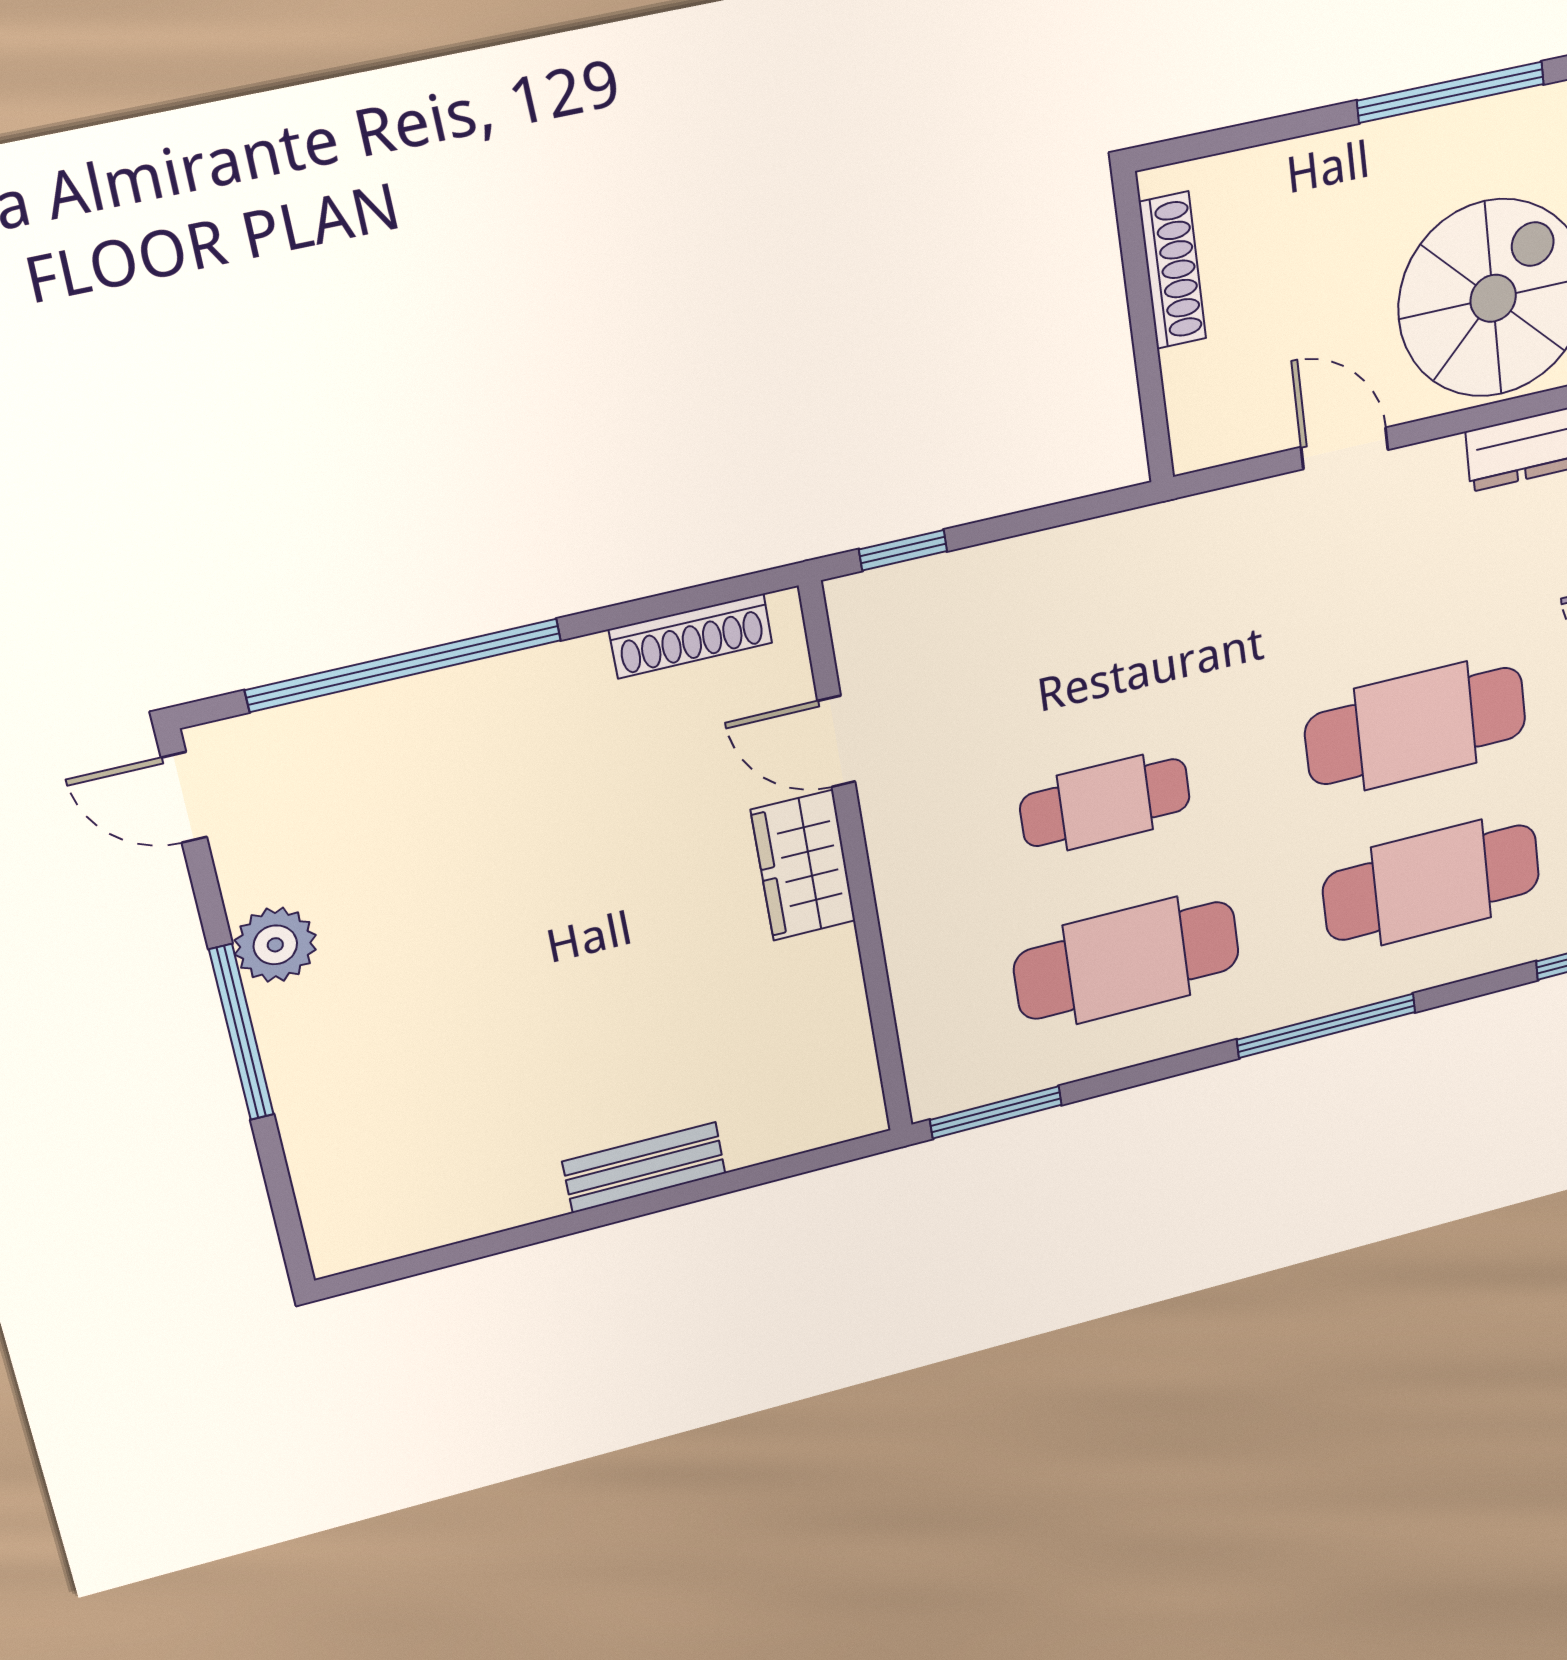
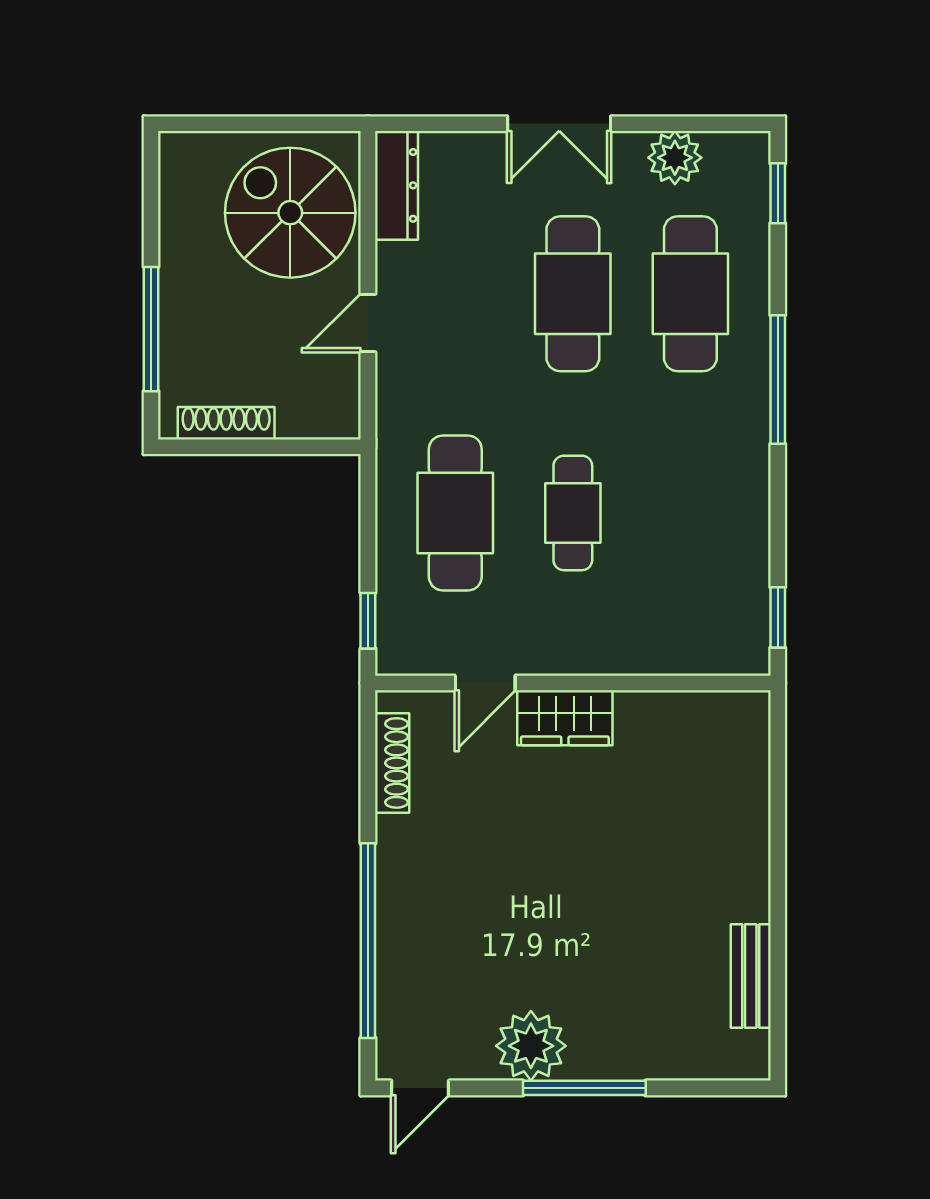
window: (1451, 92) -> (151, 329), moved
plant: (275, 945) -> (531, 1046), width x1.36, depth x1.36
cafe table: (1127, 960) -> (455, 513), moved
window: (996, 1112) -> (778, 617), width x0.67
bench: (644, 1167) -> (751, 976), moved

